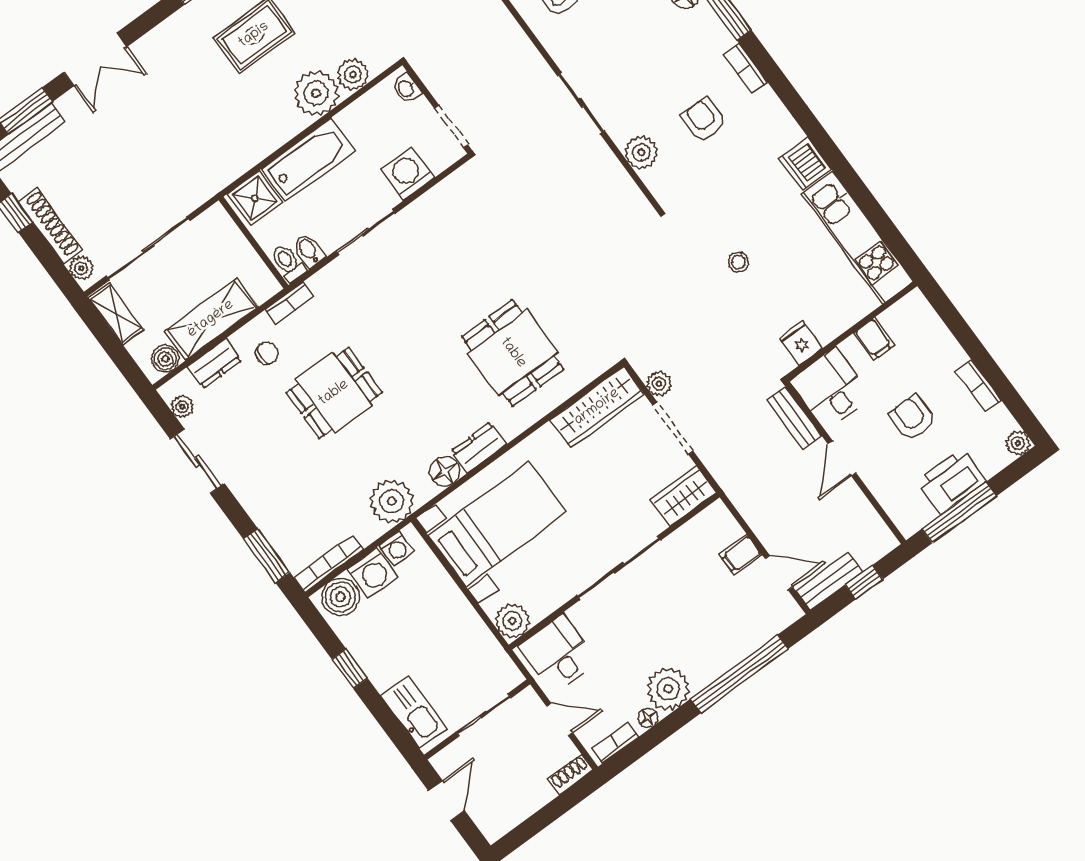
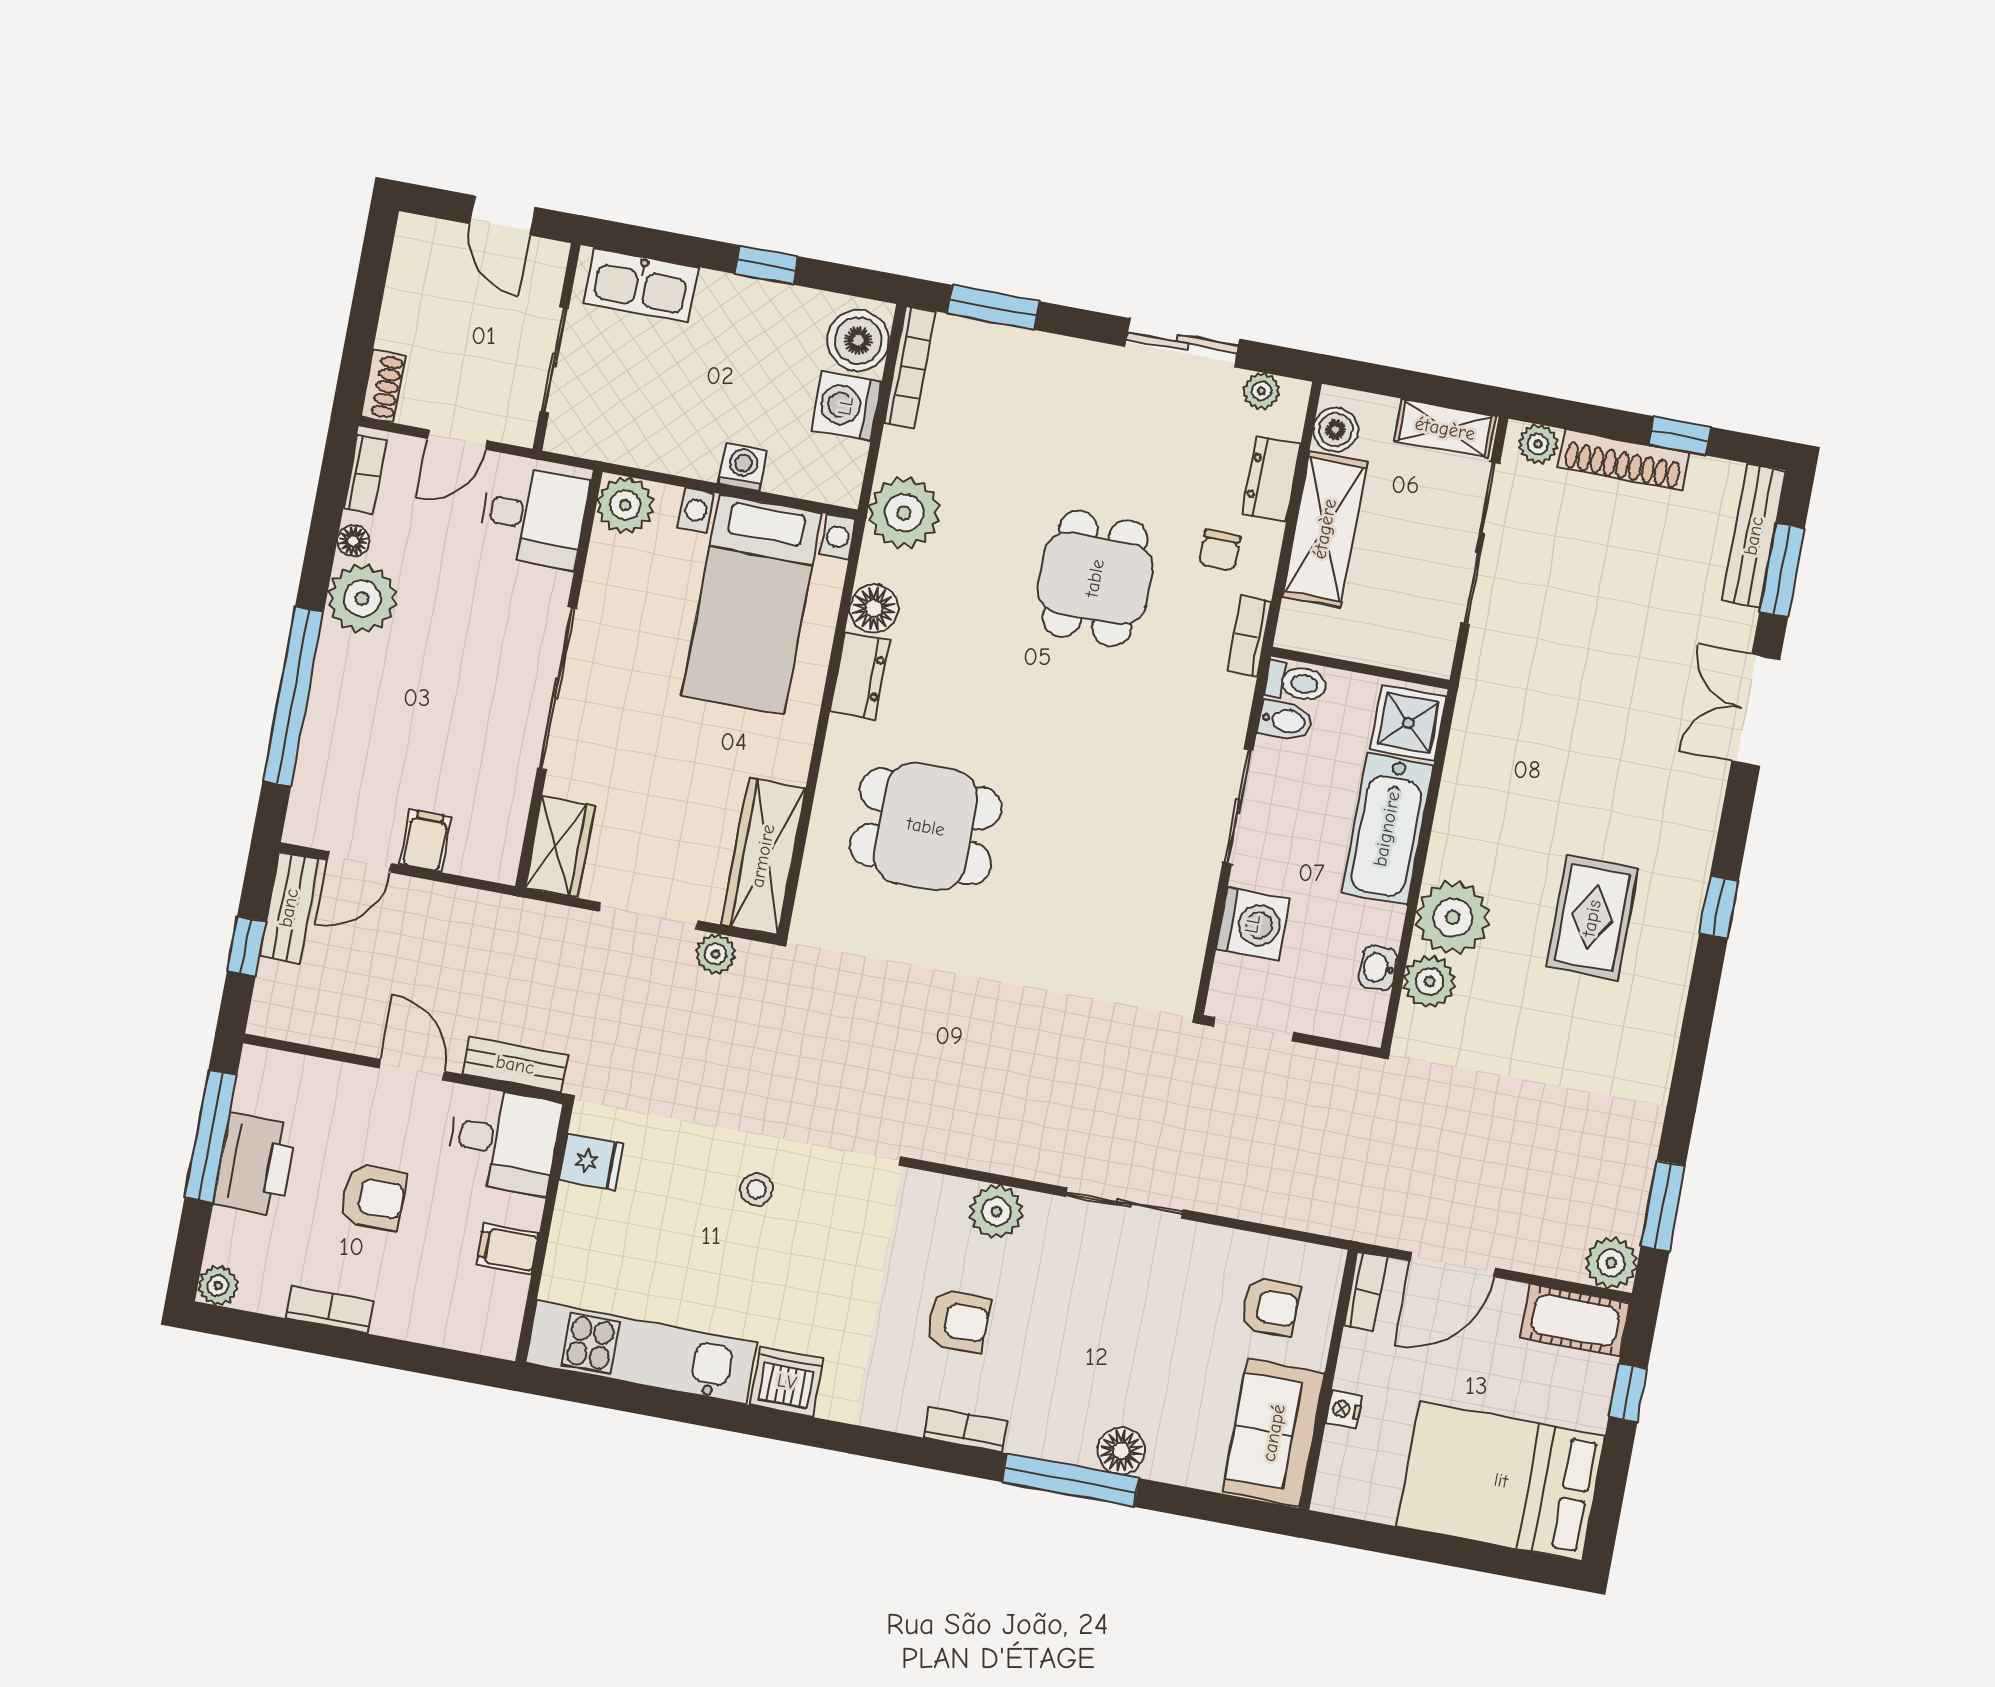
washbasin: (406, 88) -> (1378, 968), moved, turned -90
washing machine: (396, 548) -> (743, 467), moved, turned 90

